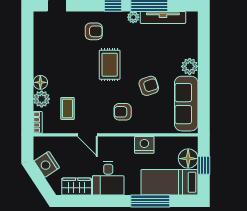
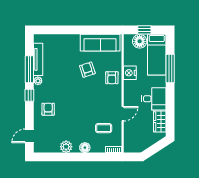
rug: (110, 65) -> (72, 98), removed
plant: (190, 66) -> (73, 40), removed
plant: (42, 99) -> (66, 147), moved
armchair: (123, 112) -> (112, 78), moved
nightstand: (47, 164) -> (144, 143), removed

